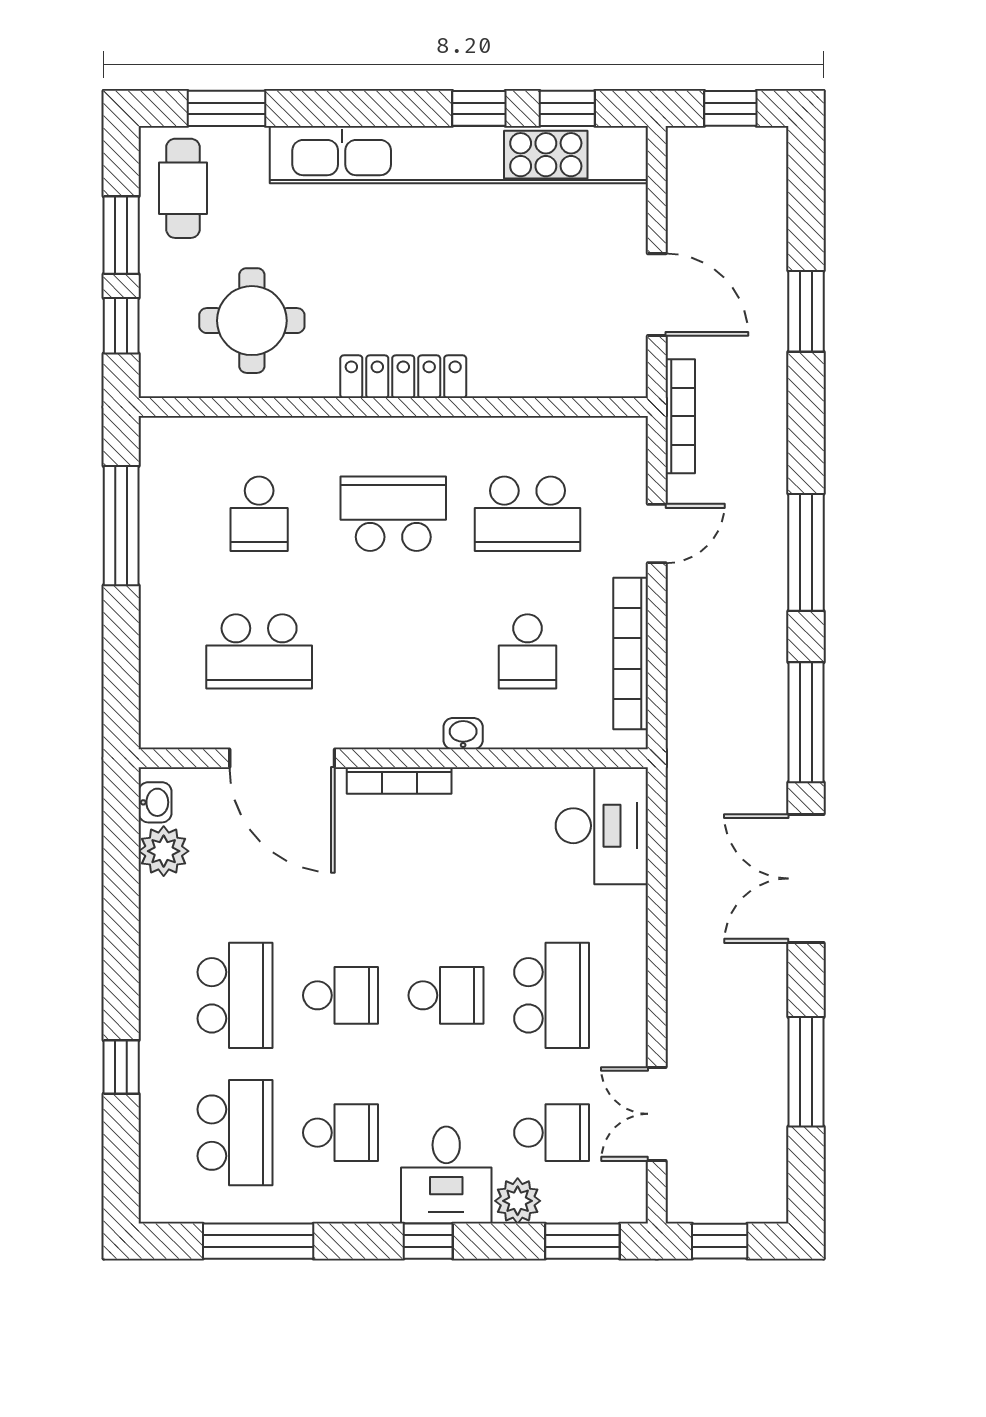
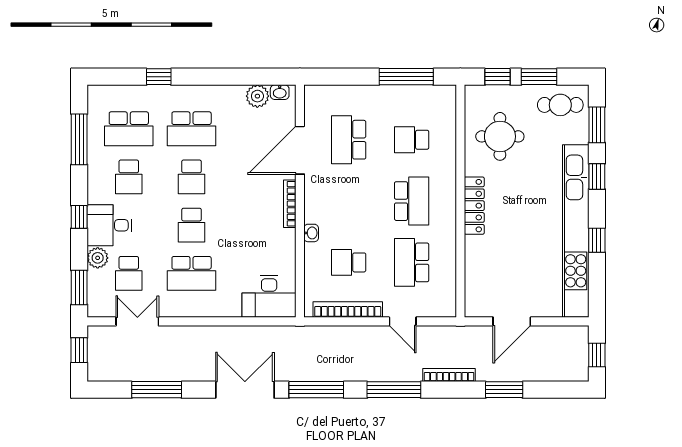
window: (567, 108) -> (597, 176), moved
bookcase: (680, 416) -> (449, 375), moved, turned 180

